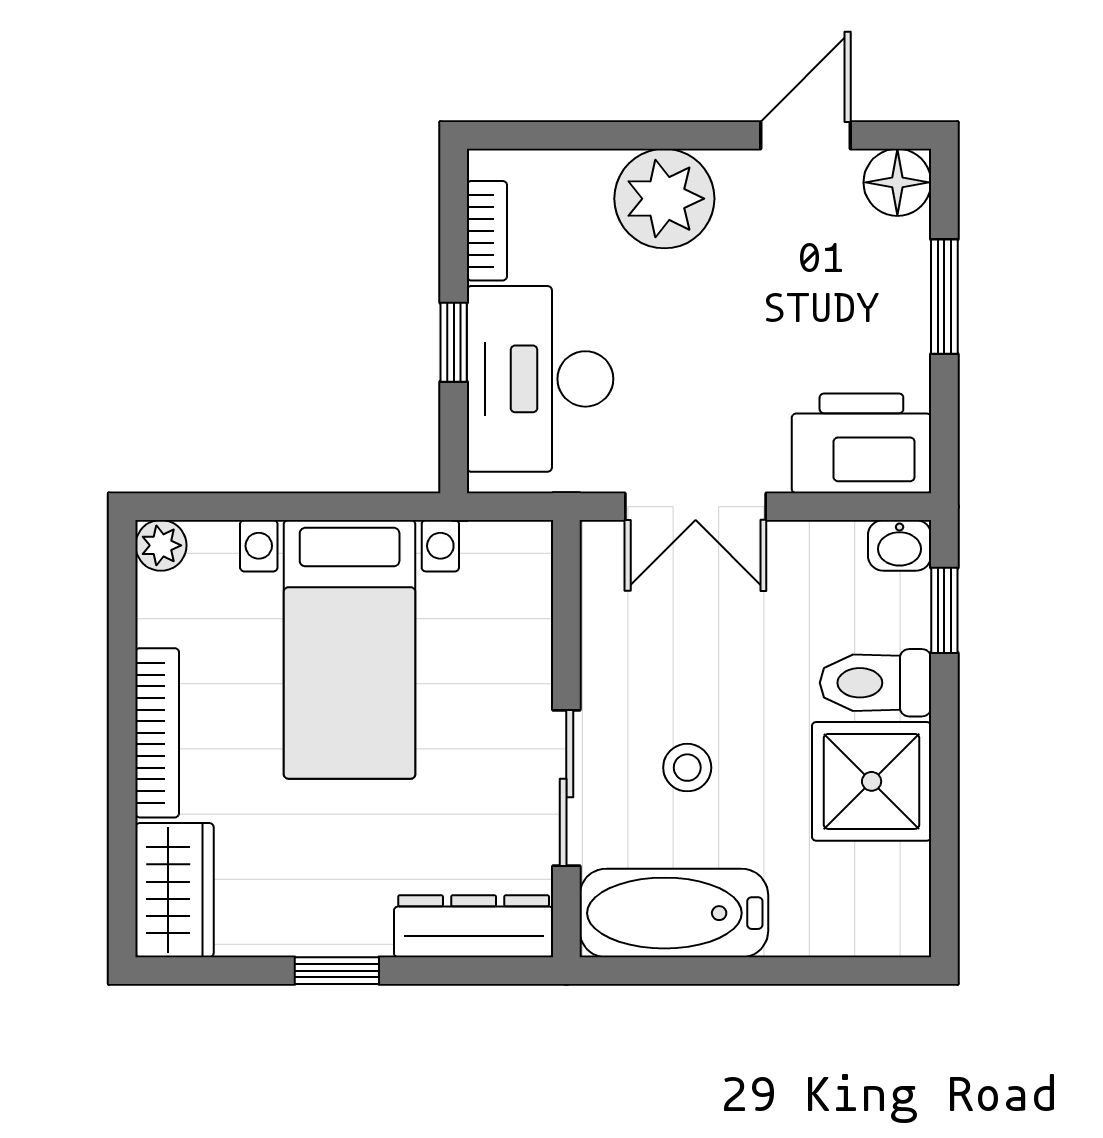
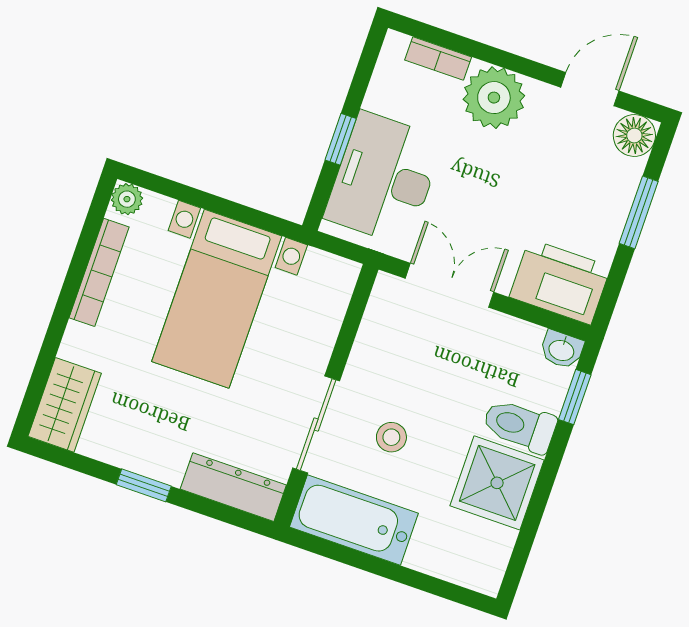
bookcase: (487, 231) -> (438, 58), moved, turned 90
double door: (696, 507) -> (449, 285), swing flipped
bookcase: (157, 733) -> (99, 272), moved

